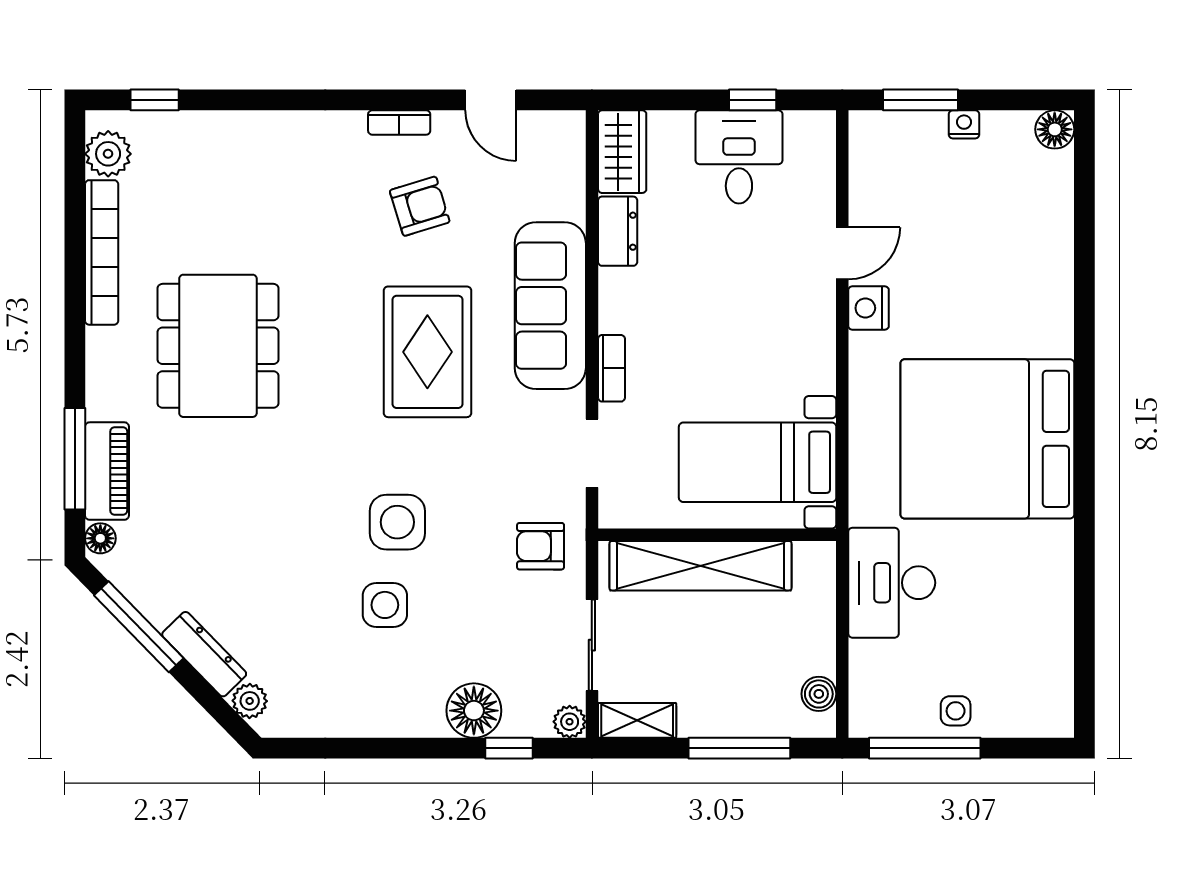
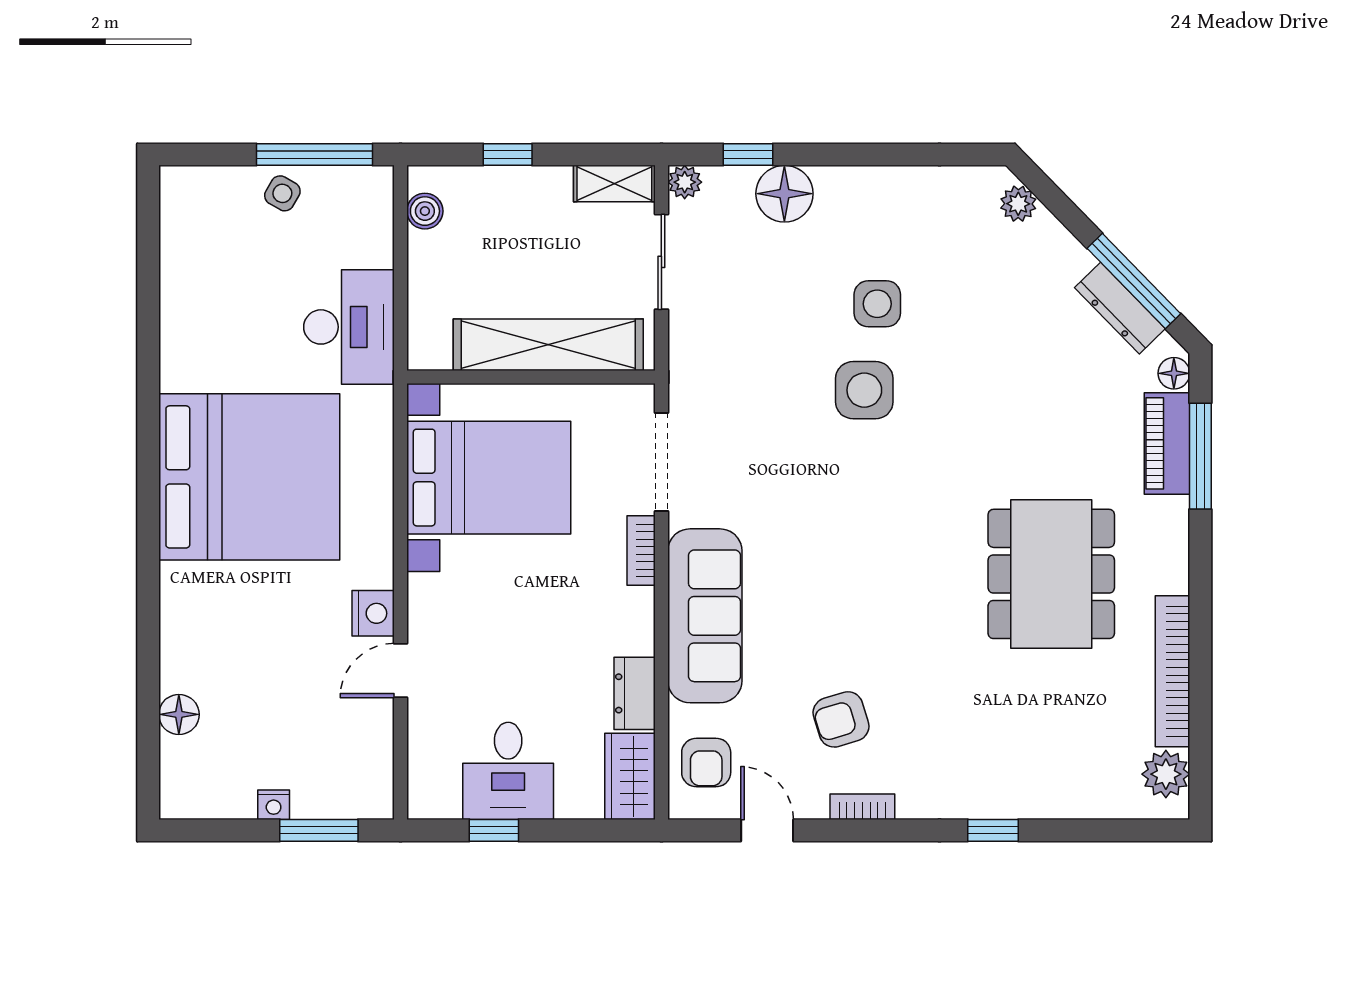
window: (155, 100) -> (993, 830), moved
floor lamp: (1055, 129) -> (179, 714), moved
rug: (427, 352) -> (833, 568), removed
doorway: (592, 453) -> (661, 462), width x1.38
bed with nightstands: (758, 462) -> (489, 478), width x1.36
armchair: (541, 546) -> (706, 762), moved, turned 90
dresser: (204, 654) -> (1120, 308), moved
side table: (956, 711) -> (282, 193), turned 30
window: (739, 748) -> (508, 154), width x0.46

